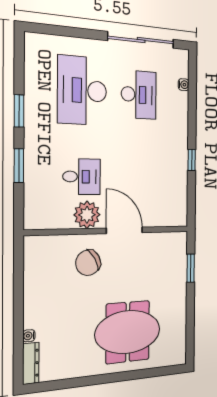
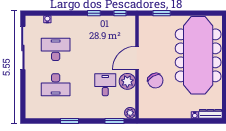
desk: (82, 90) -> (56, 85), width x0.73, depth x0.77
window: (19, 166) -> (115, 121), moved
window: (191, 202) -> (120, 13), added
plant: (33, 220) -> (130, 113), added
meeting table: (128, 332) -> (198, 55), width x1.86, depth x1.27

